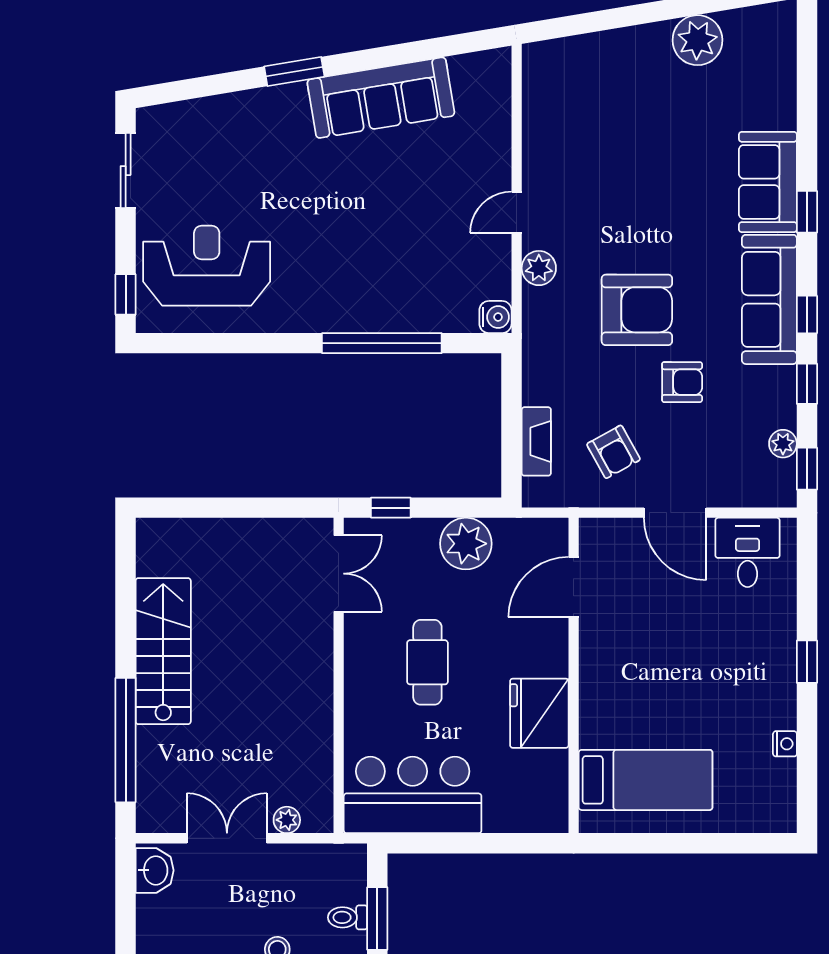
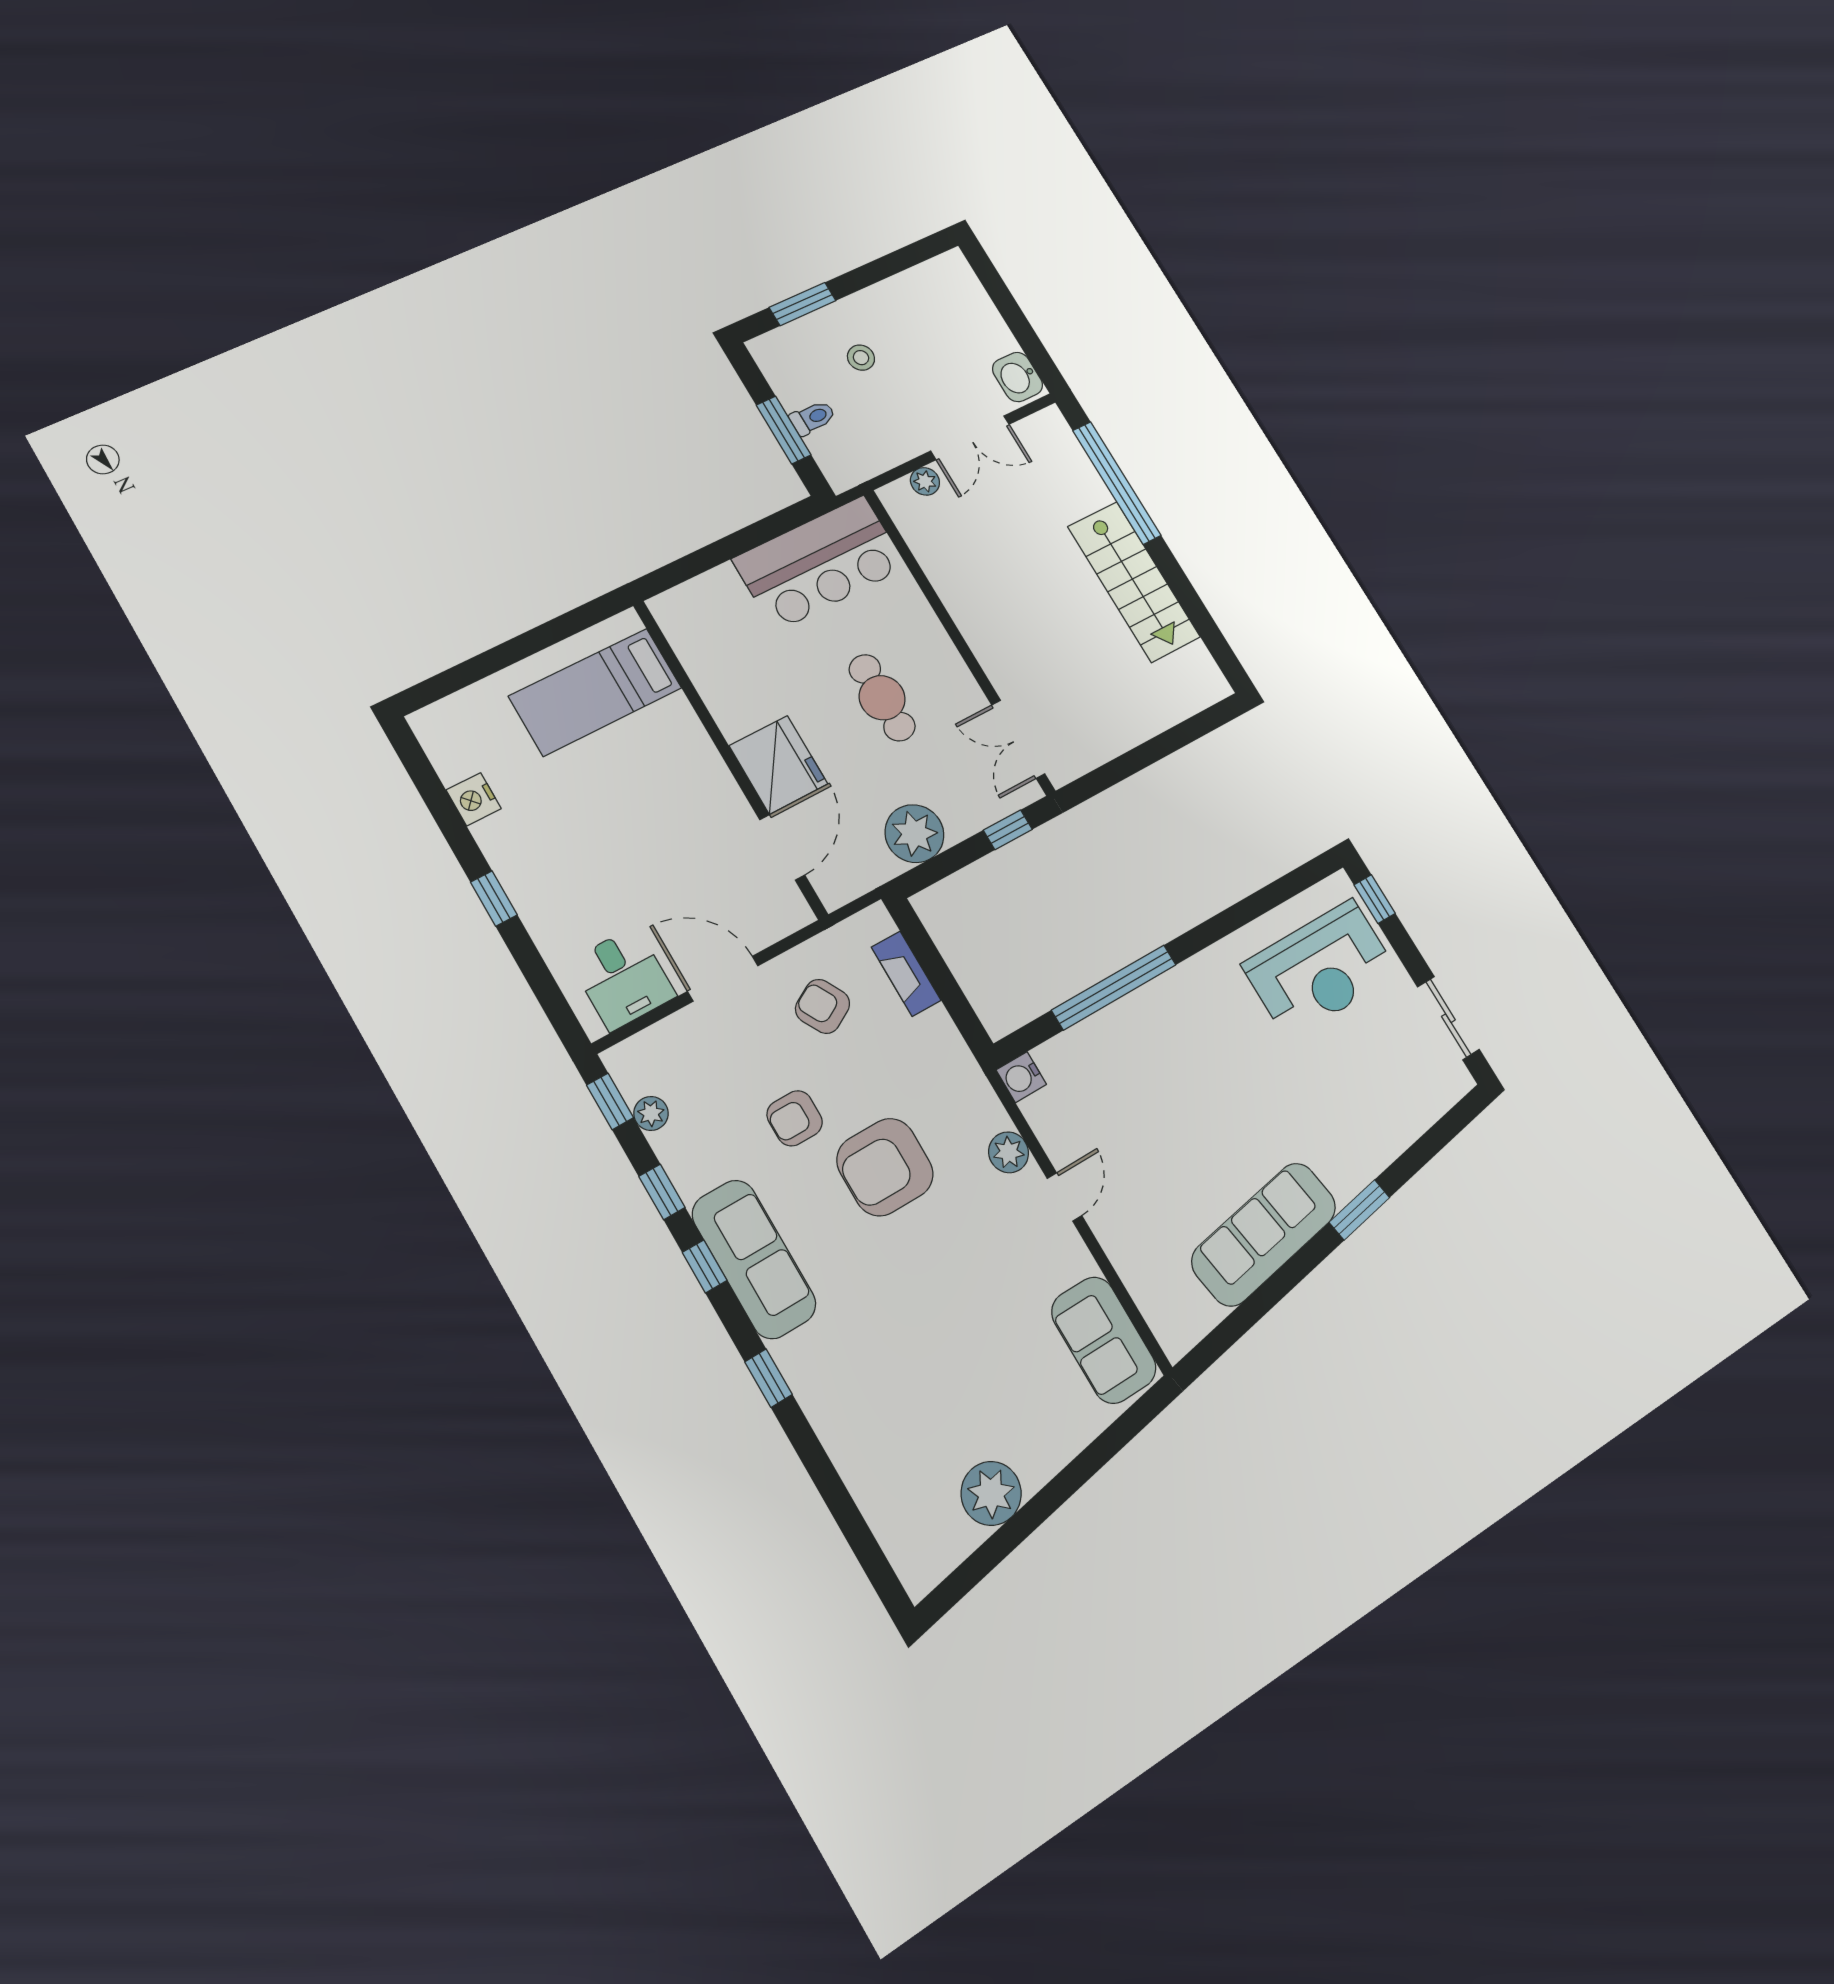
sofa: (768, 182) -> (1104, 1340), moved, turned 180
fridge: (539, 713) -> (778, 765), moved
nightstand: (785, 744) -> (474, 799), width x1.39, depth x1.35

